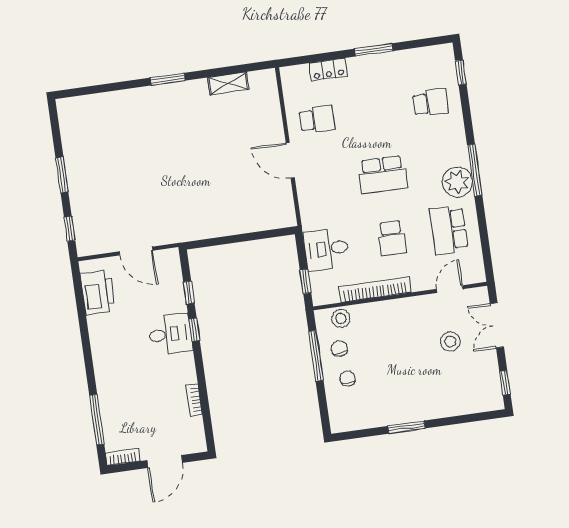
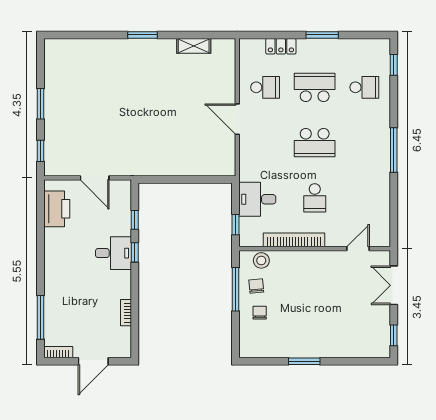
plant: (457, 182) -> (377, 158), removed
school desk: (449, 230) -> (315, 87), moved, turned 90
stool: (450, 341) -> (352, 293), removed

